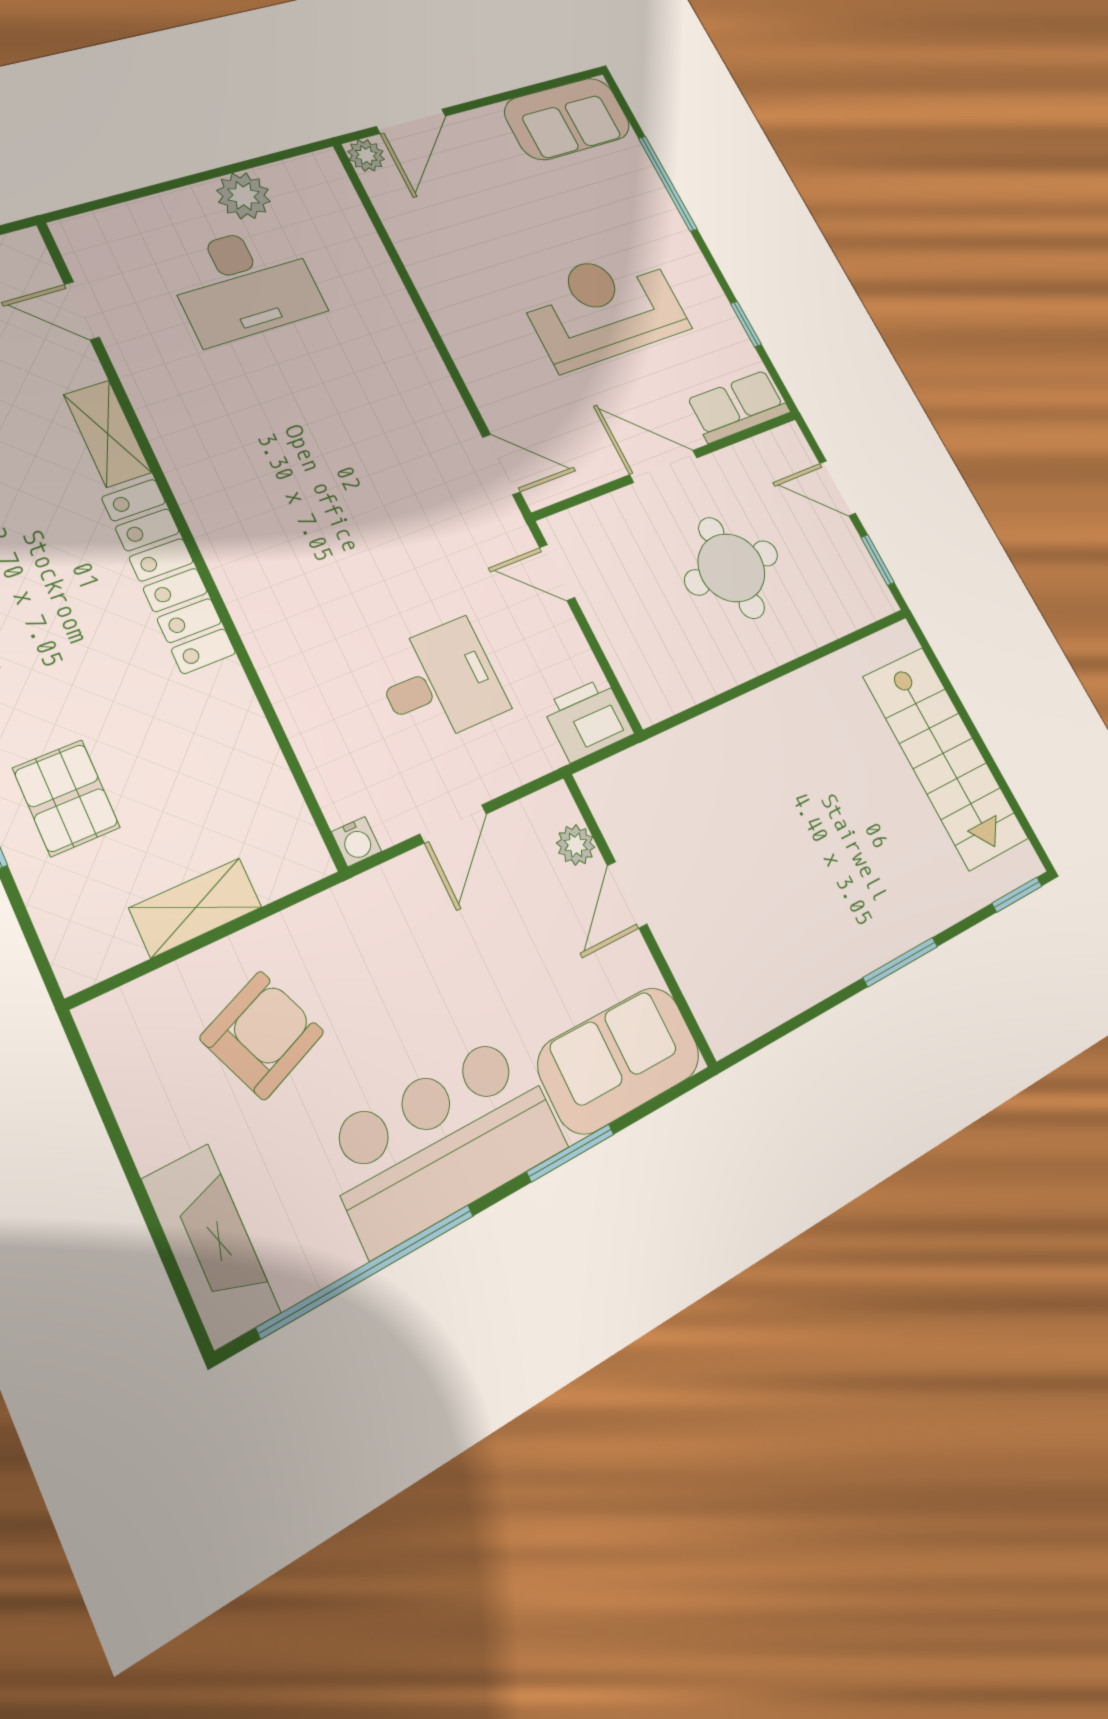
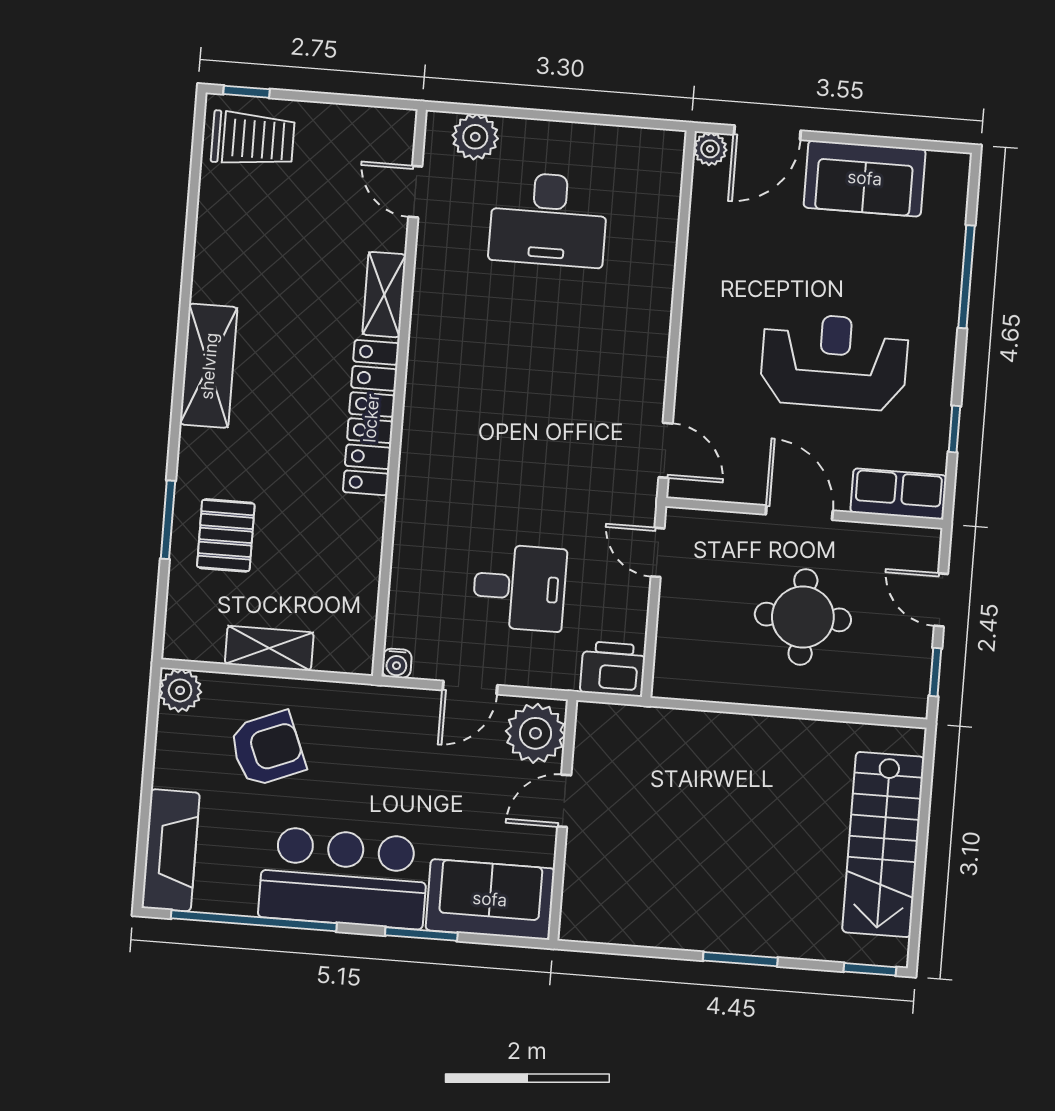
sofa: (567, 119) -> (865, 178), moved
plant: (244, 196) -> (475, 137), moved
plant: (576, 845) -> (535, 733), width x1.88, depth x1.88
plant: (111, 1025) -> (180, 690), added

